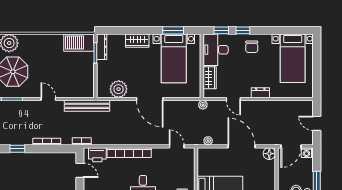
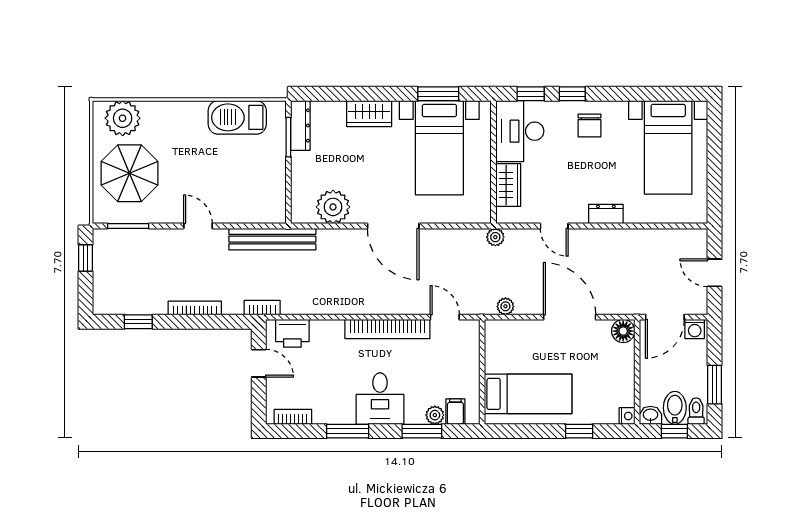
barbecue: (79, 43) -> (237, 117), moved
bookcase: (129, 153) -> (387, 329), moved

